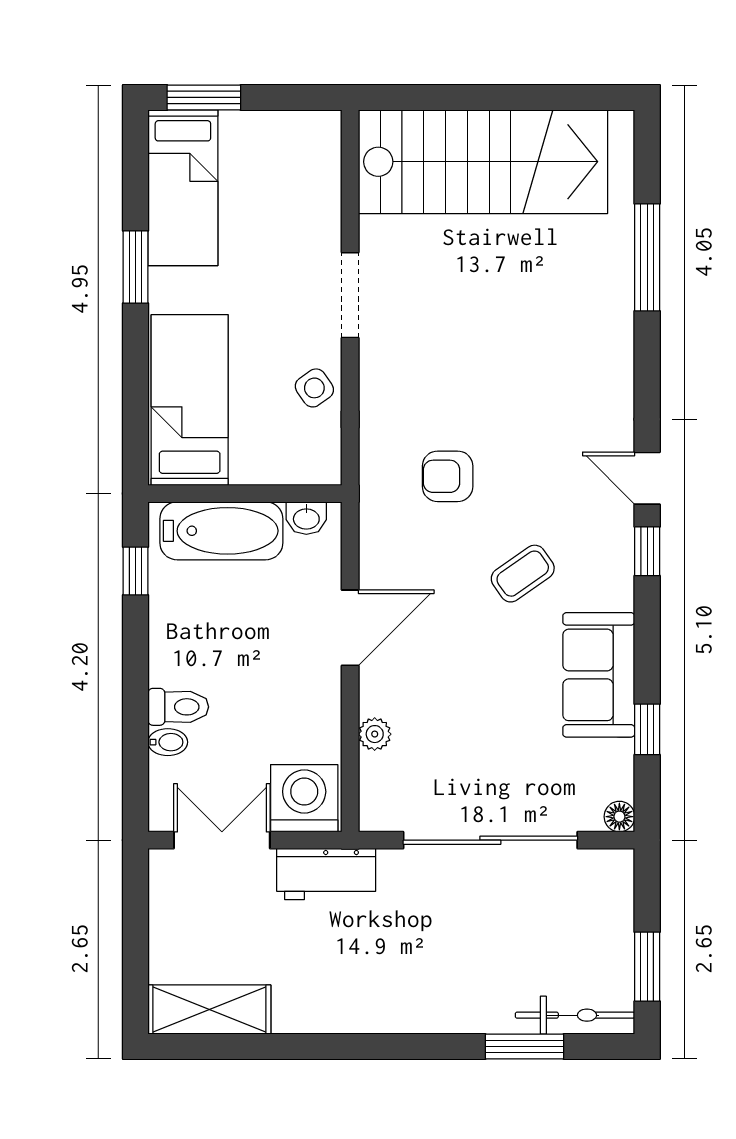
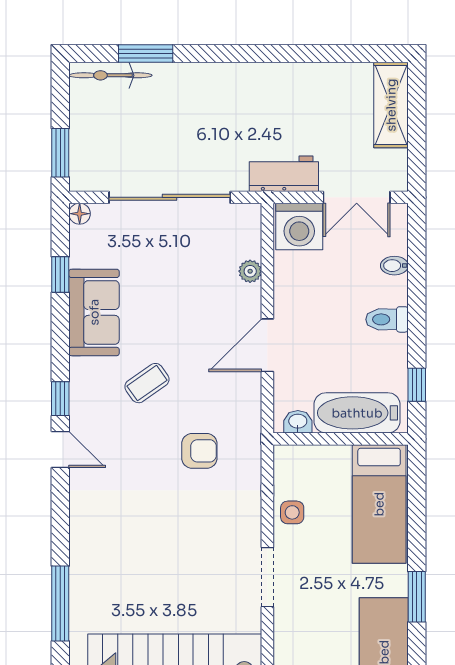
side table: (314, 388) -> (292, 512), turned 35
toilet: (178, 707) -> (387, 319), moved
window: (647, 967) -> (60, 153), moved
shelving: (209, 1009) -> (391, 105), moved, turned 90

